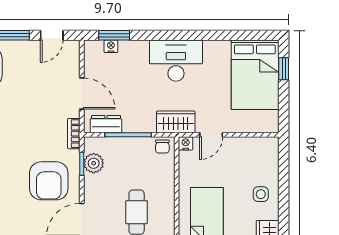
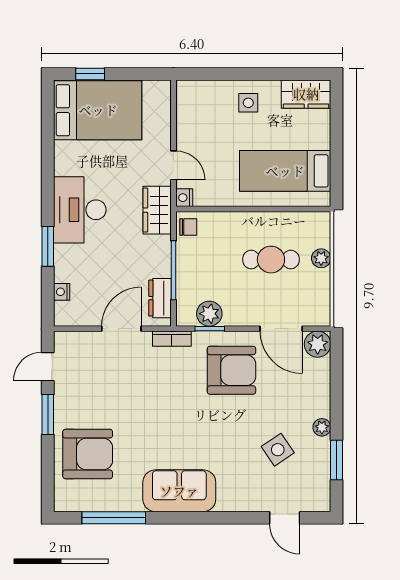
door: (52, 35) -> (48, 367), swing flipped
window: (114, 35) -> (48, 246), moved

